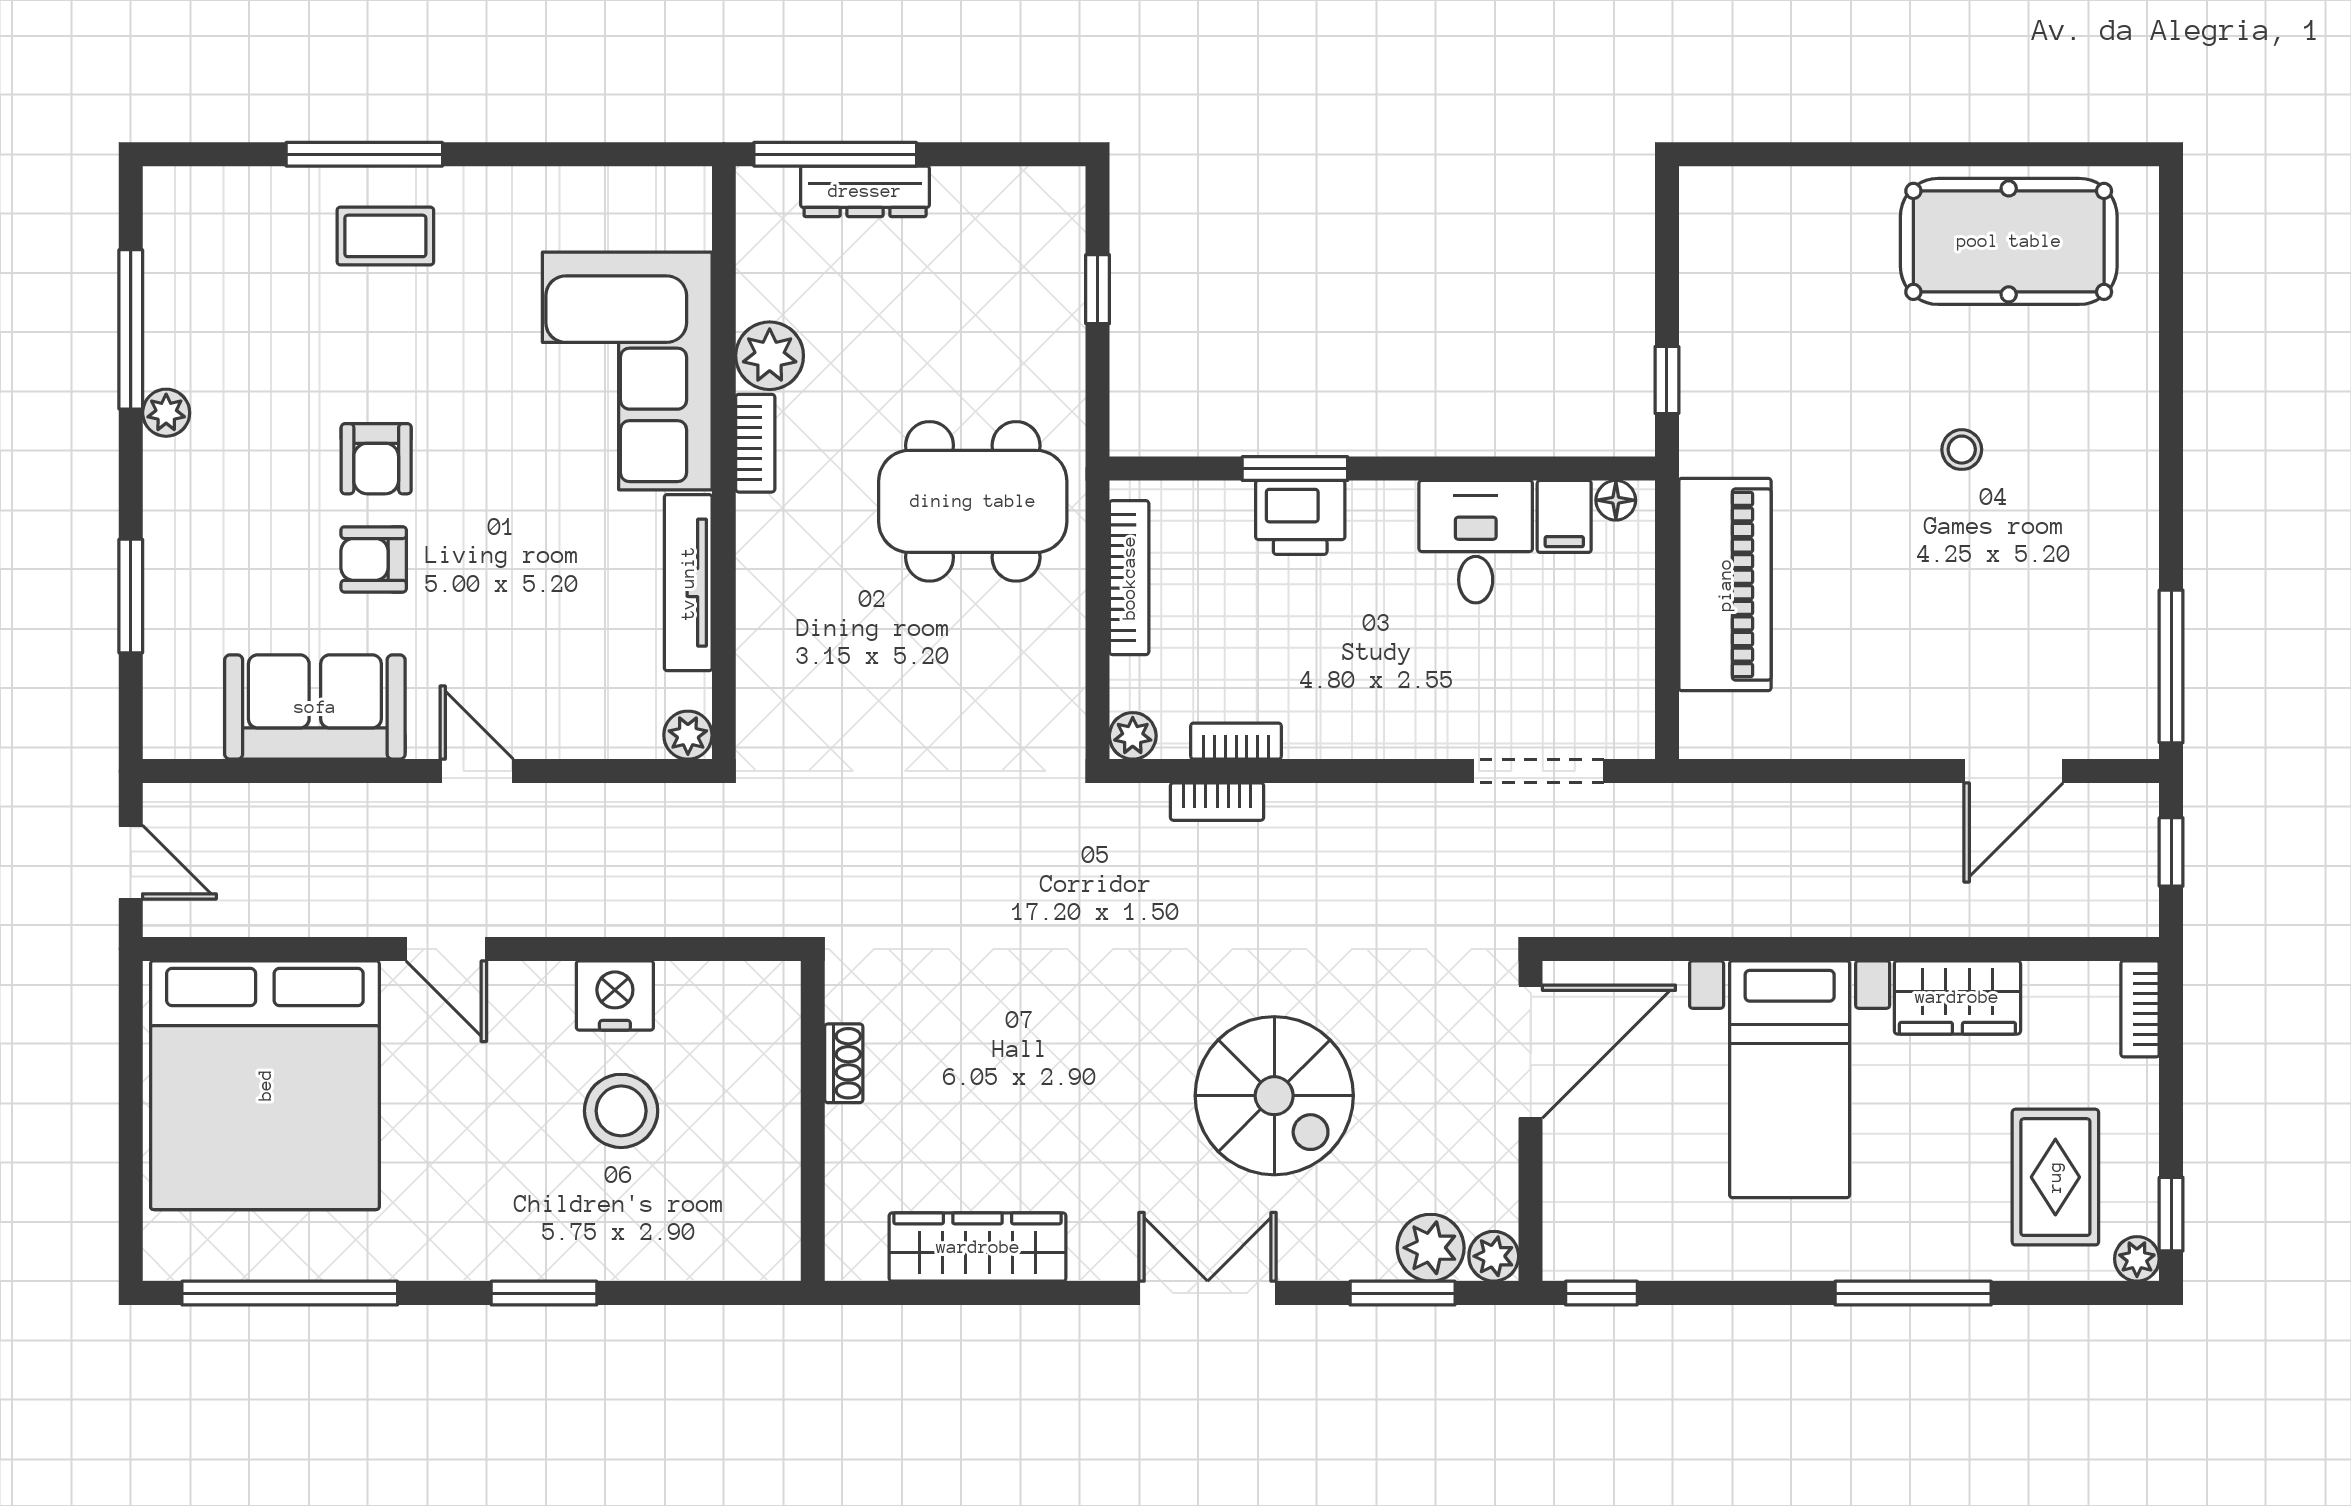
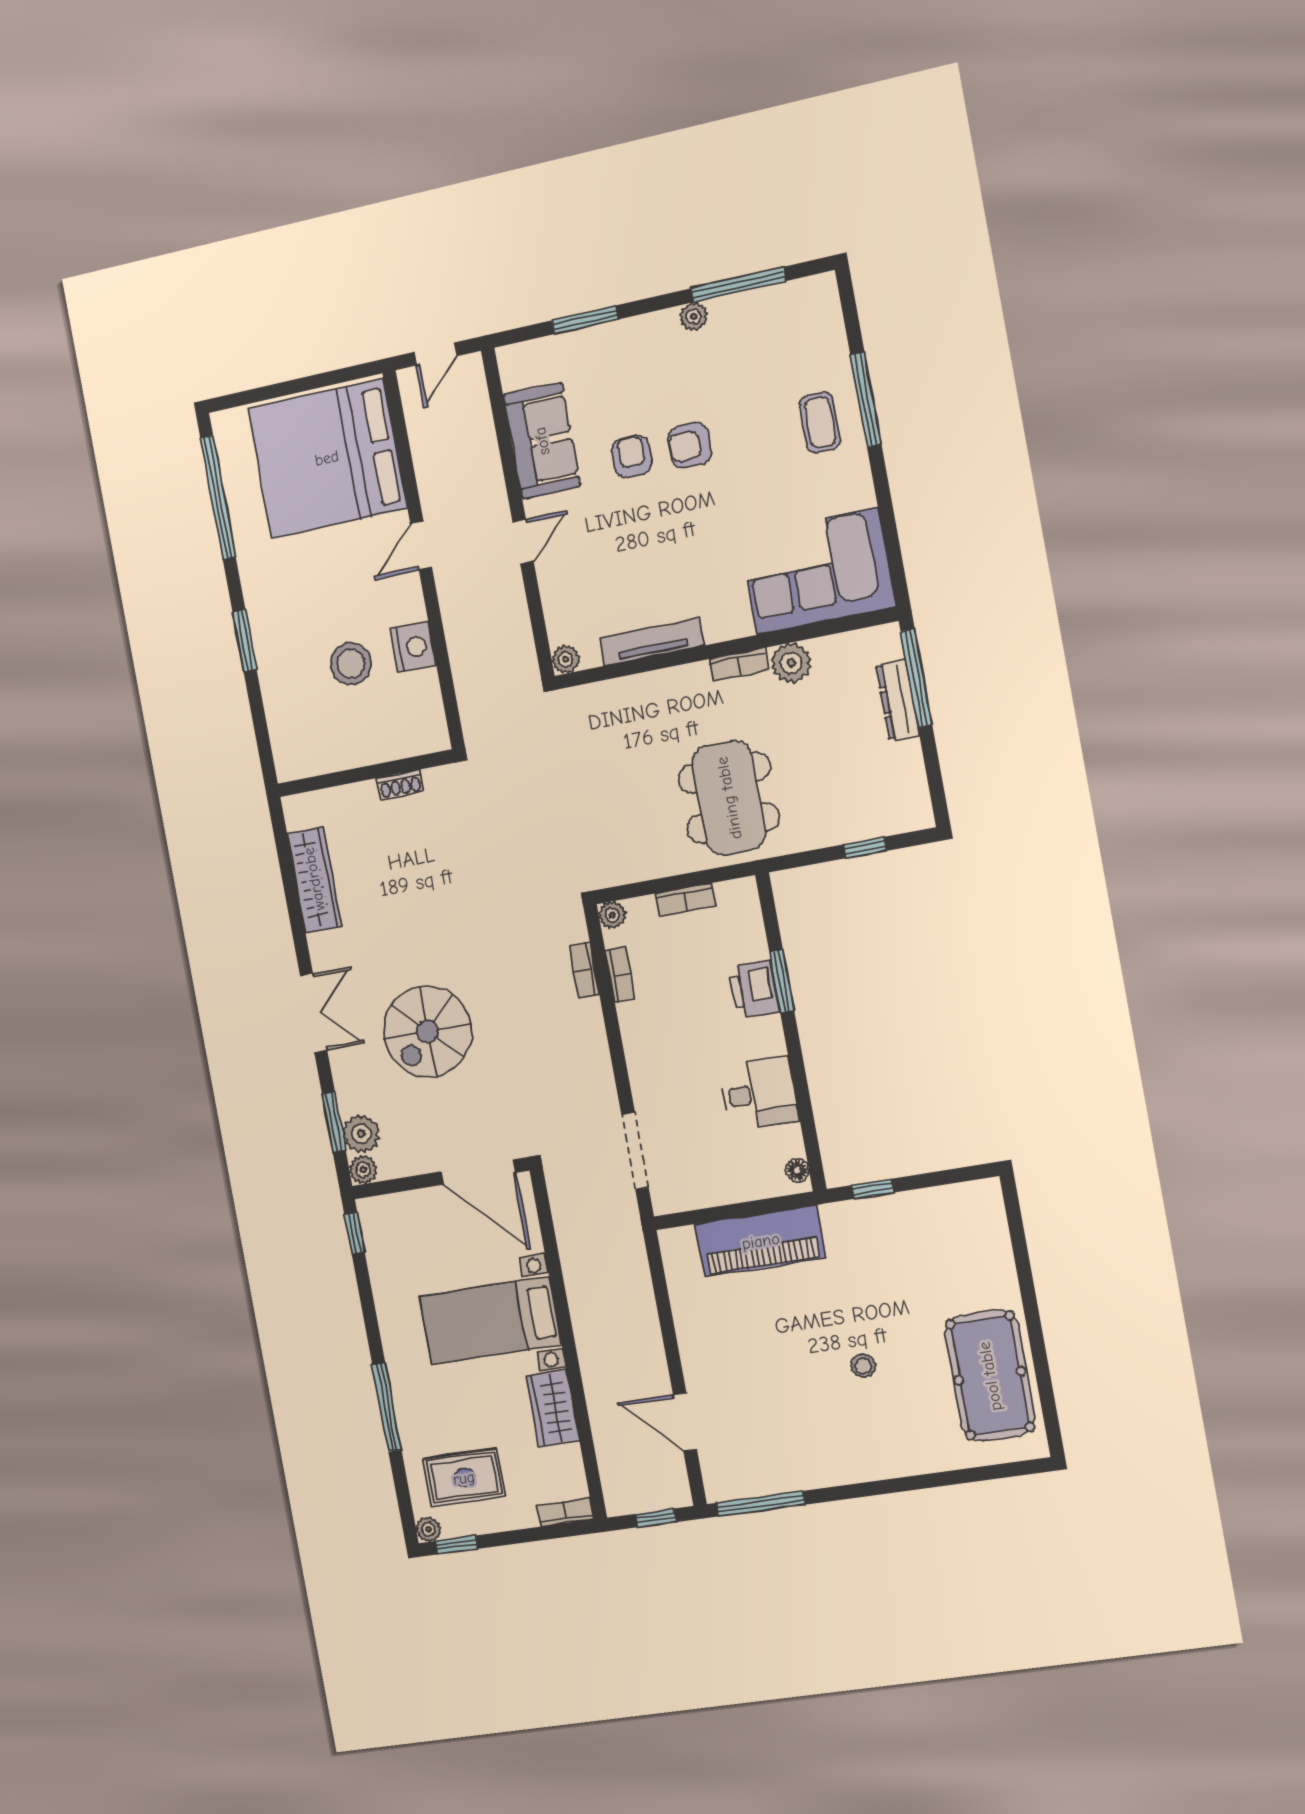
corner sofa: (627, 371) -> (817, 571), moved
filing cabinet: (1564, 516) -> (783, 1142), removed
bookcase: (1129, 578) -> (686, 899), width x0.64

